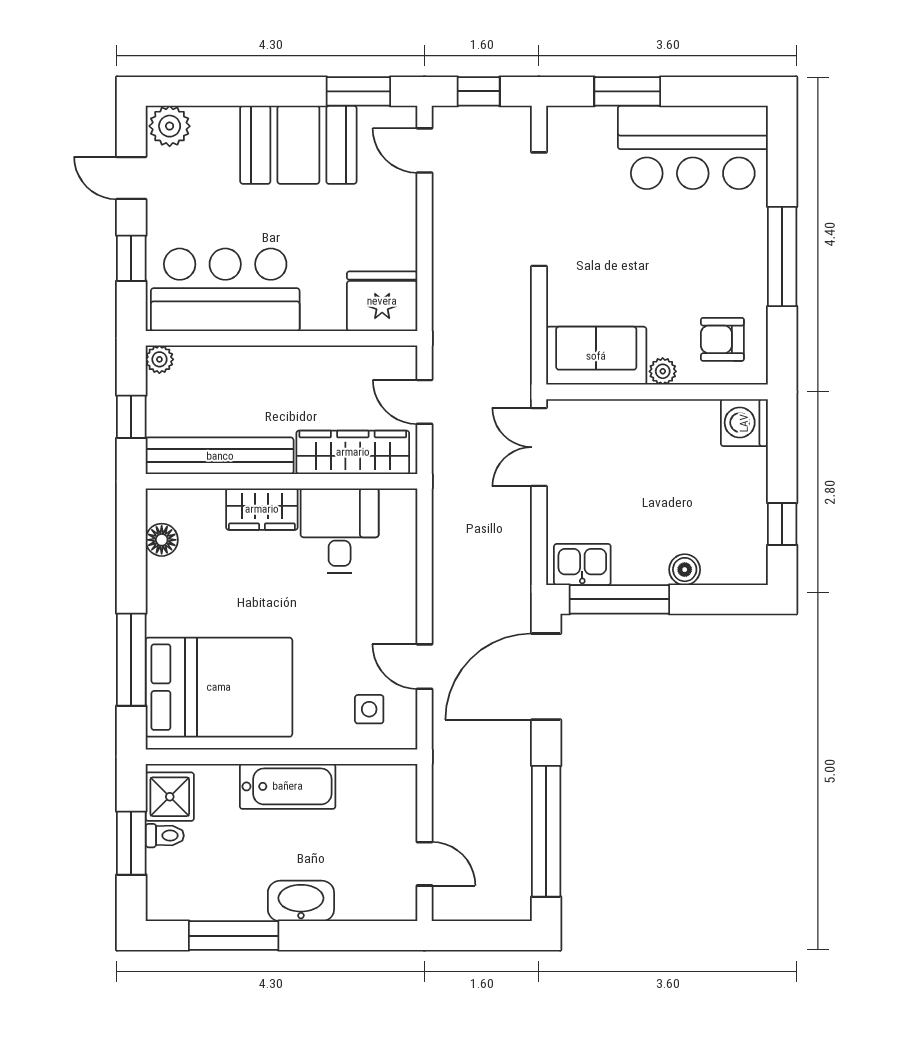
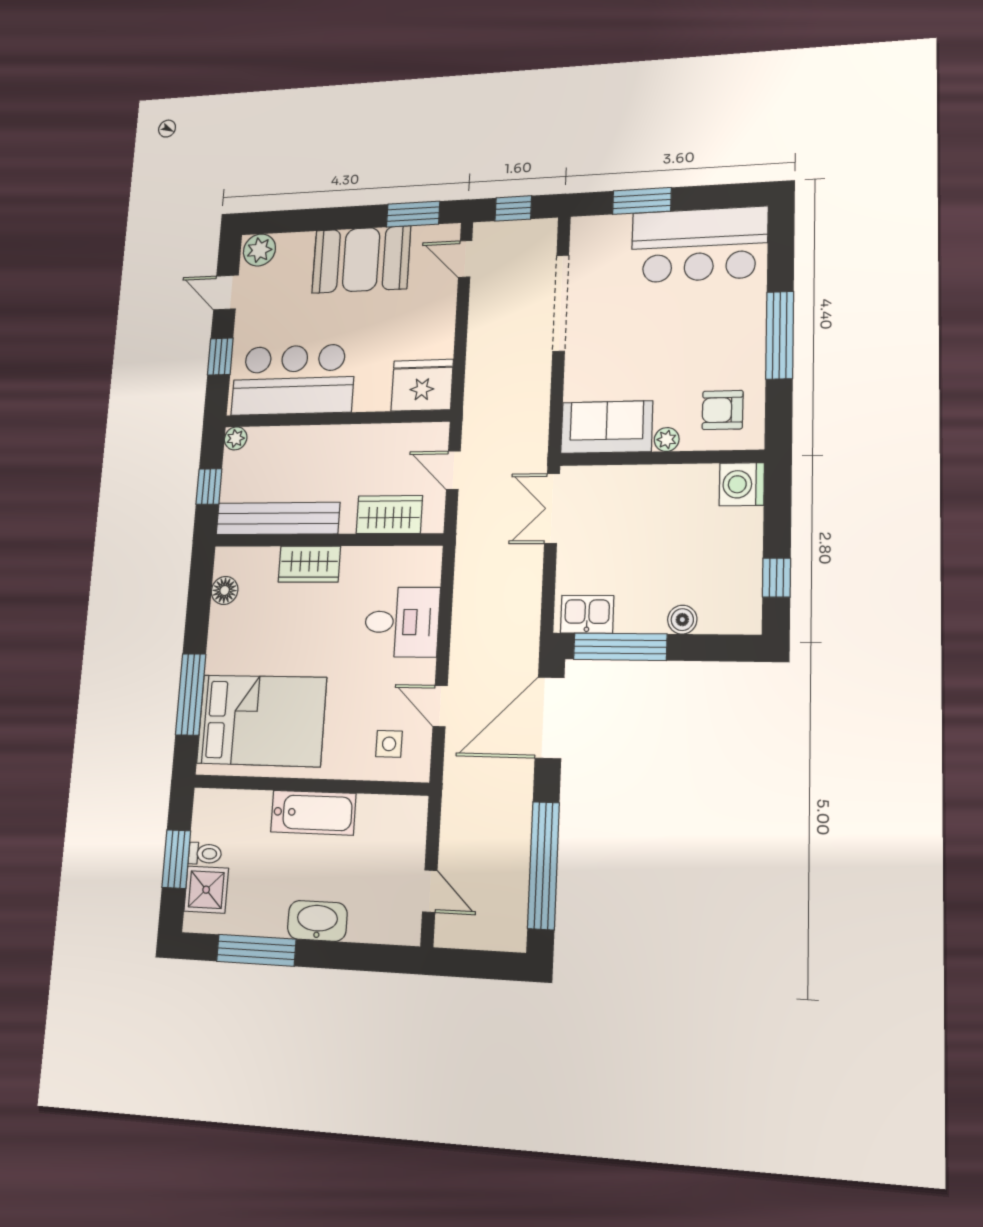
wardrobe: (353, 452) -> (389, 515), width x0.67
desk: (340, 531) -> (402, 622), moved, turned 90
shower: (170, 797) -> (206, 890), moved

